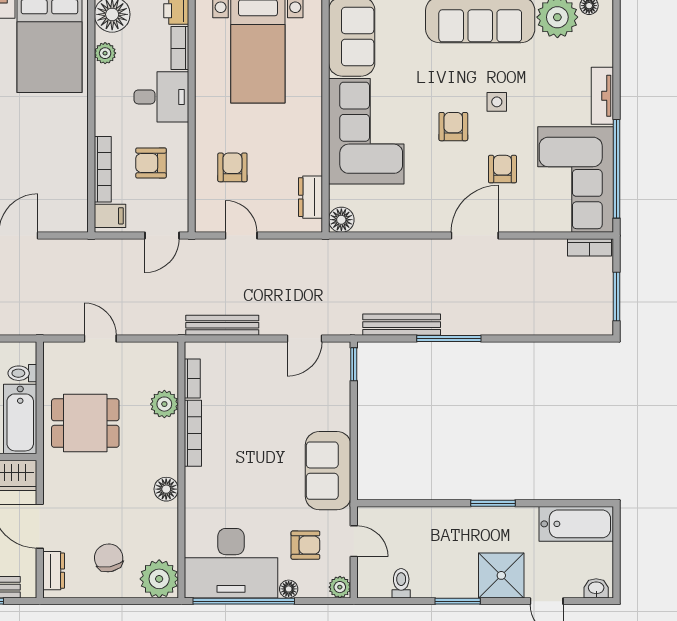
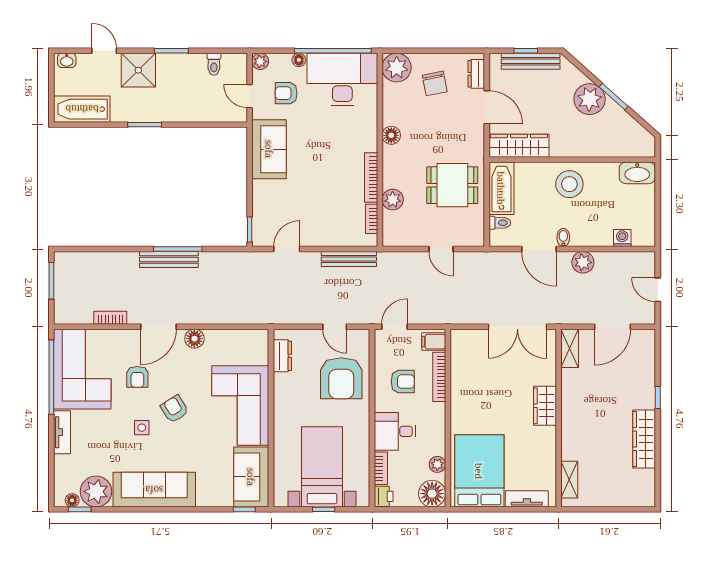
armchair: (453, 127) -> (175, 409), turned 148
armchair: (232, 167) -> (341, 378), width x1.88, depth x1.88
floor lamp: (341, 220) -> (194, 339), moved
bookcase: (589, 247) -> (110, 318), moved
bench: (402, 325) -> (169, 260), moved

